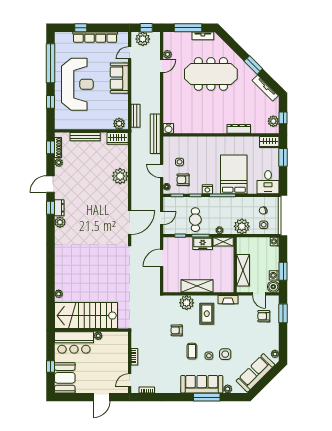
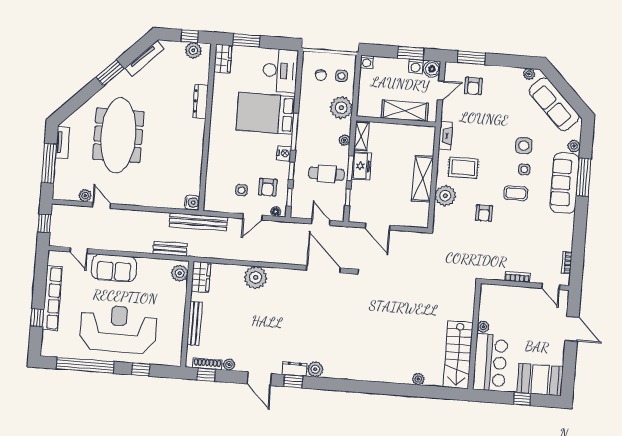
plant: (143, 39) -> (60, 230), removed
desk: (268, 182) -> (280, 71), width x1.37
stairs: (86, 316) -> (458, 355), width x0.73, depth x0.66

